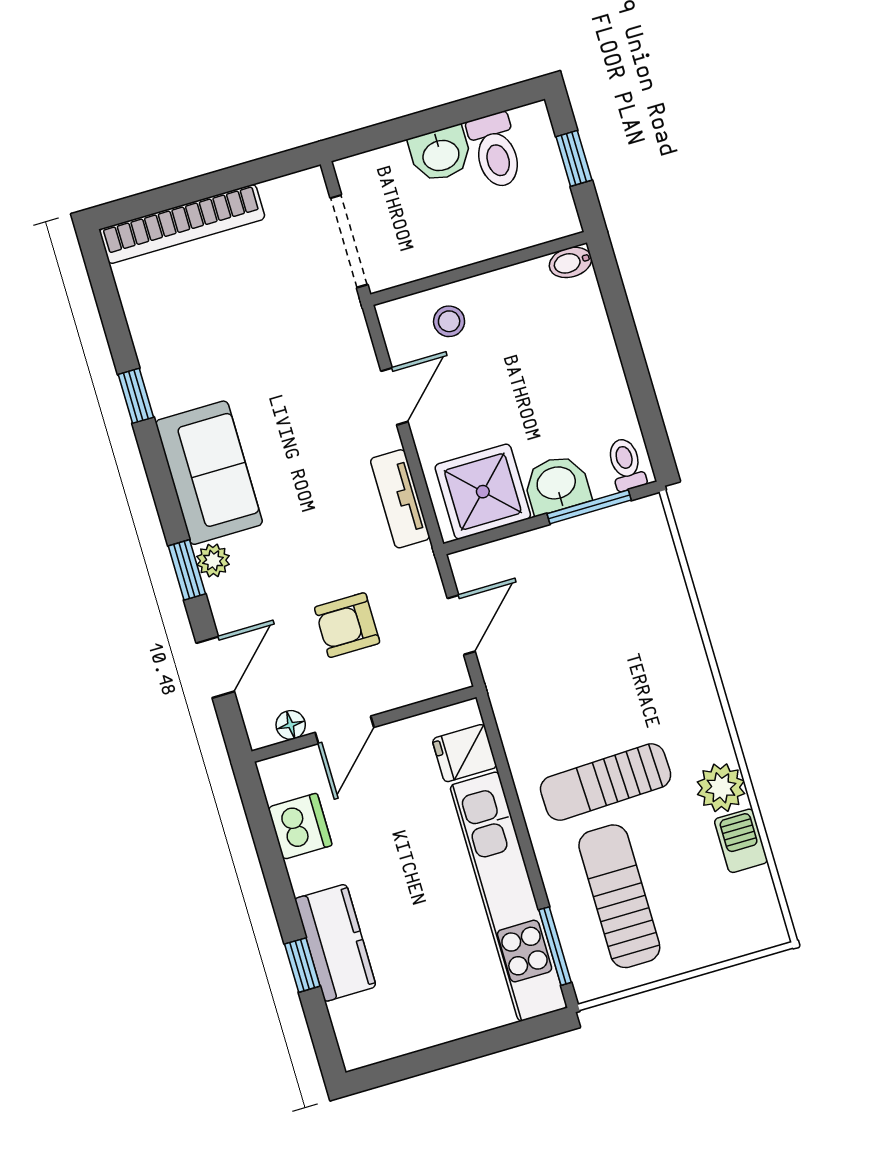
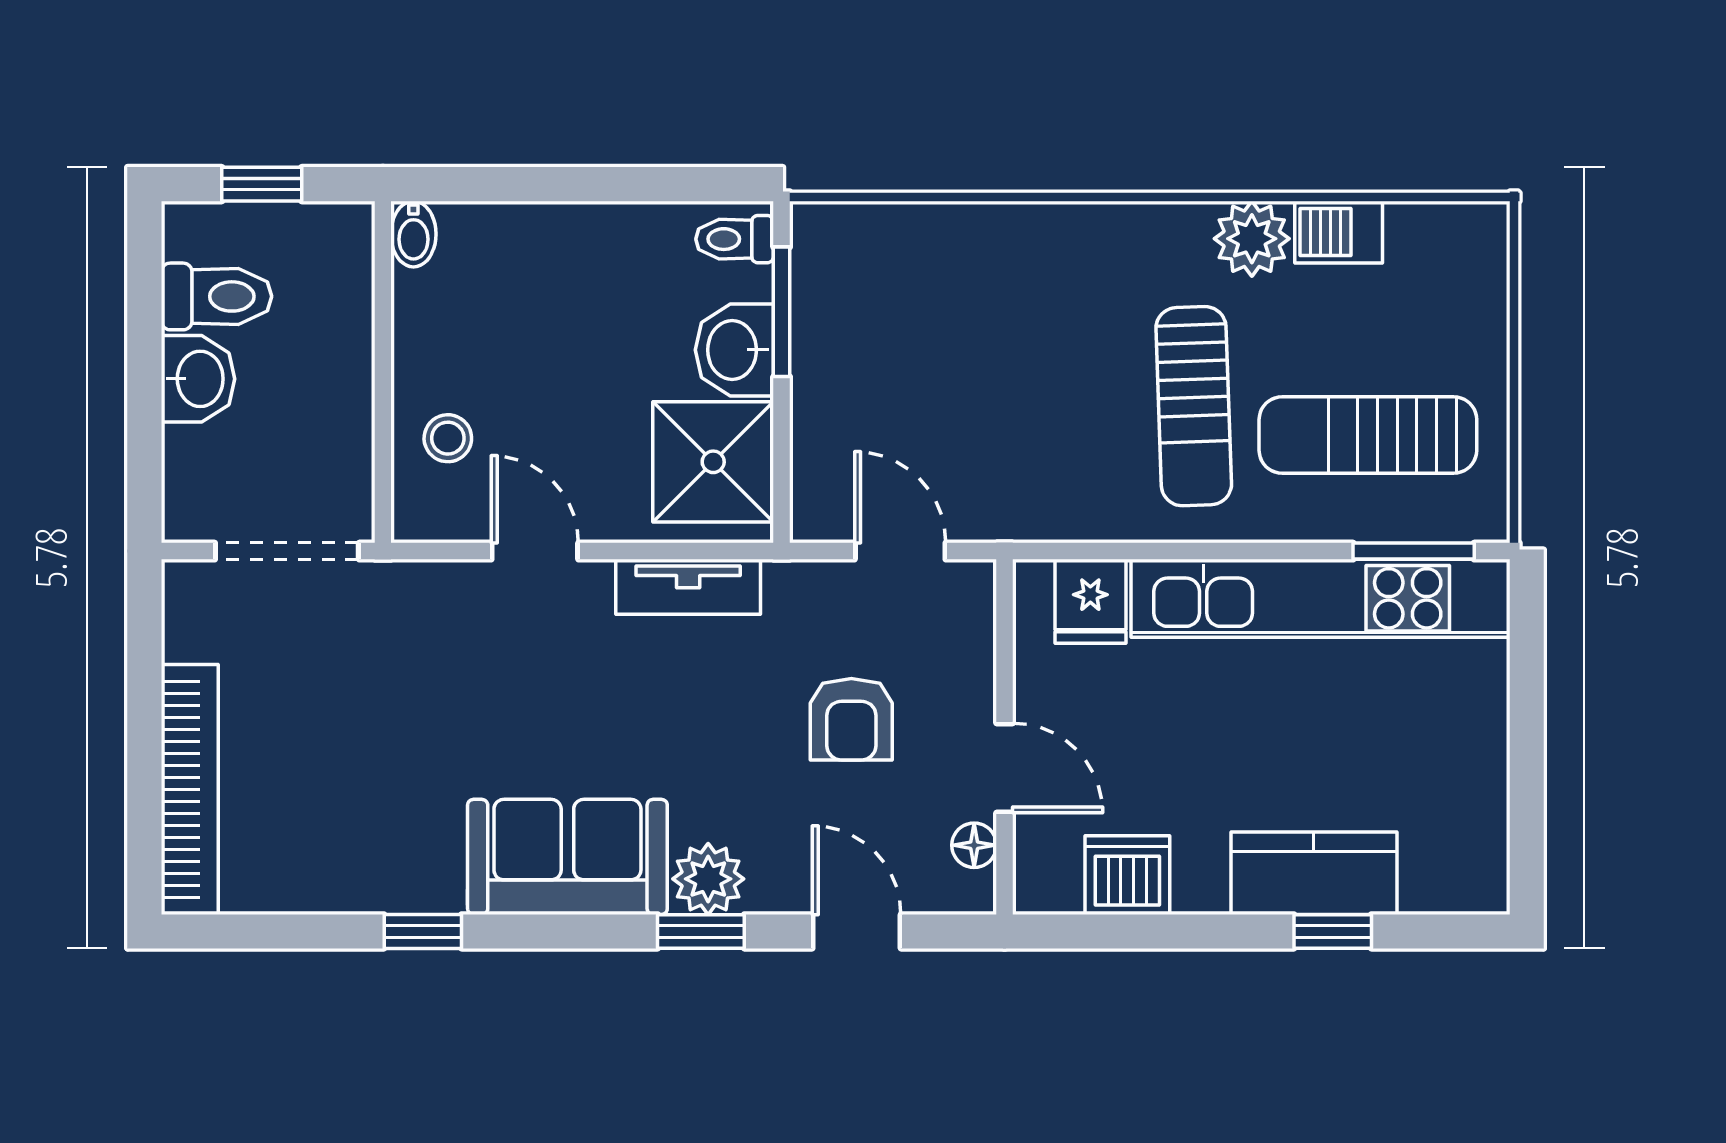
plant: (213, 560) -> (708, 879), width x1.38, depth x1.38

